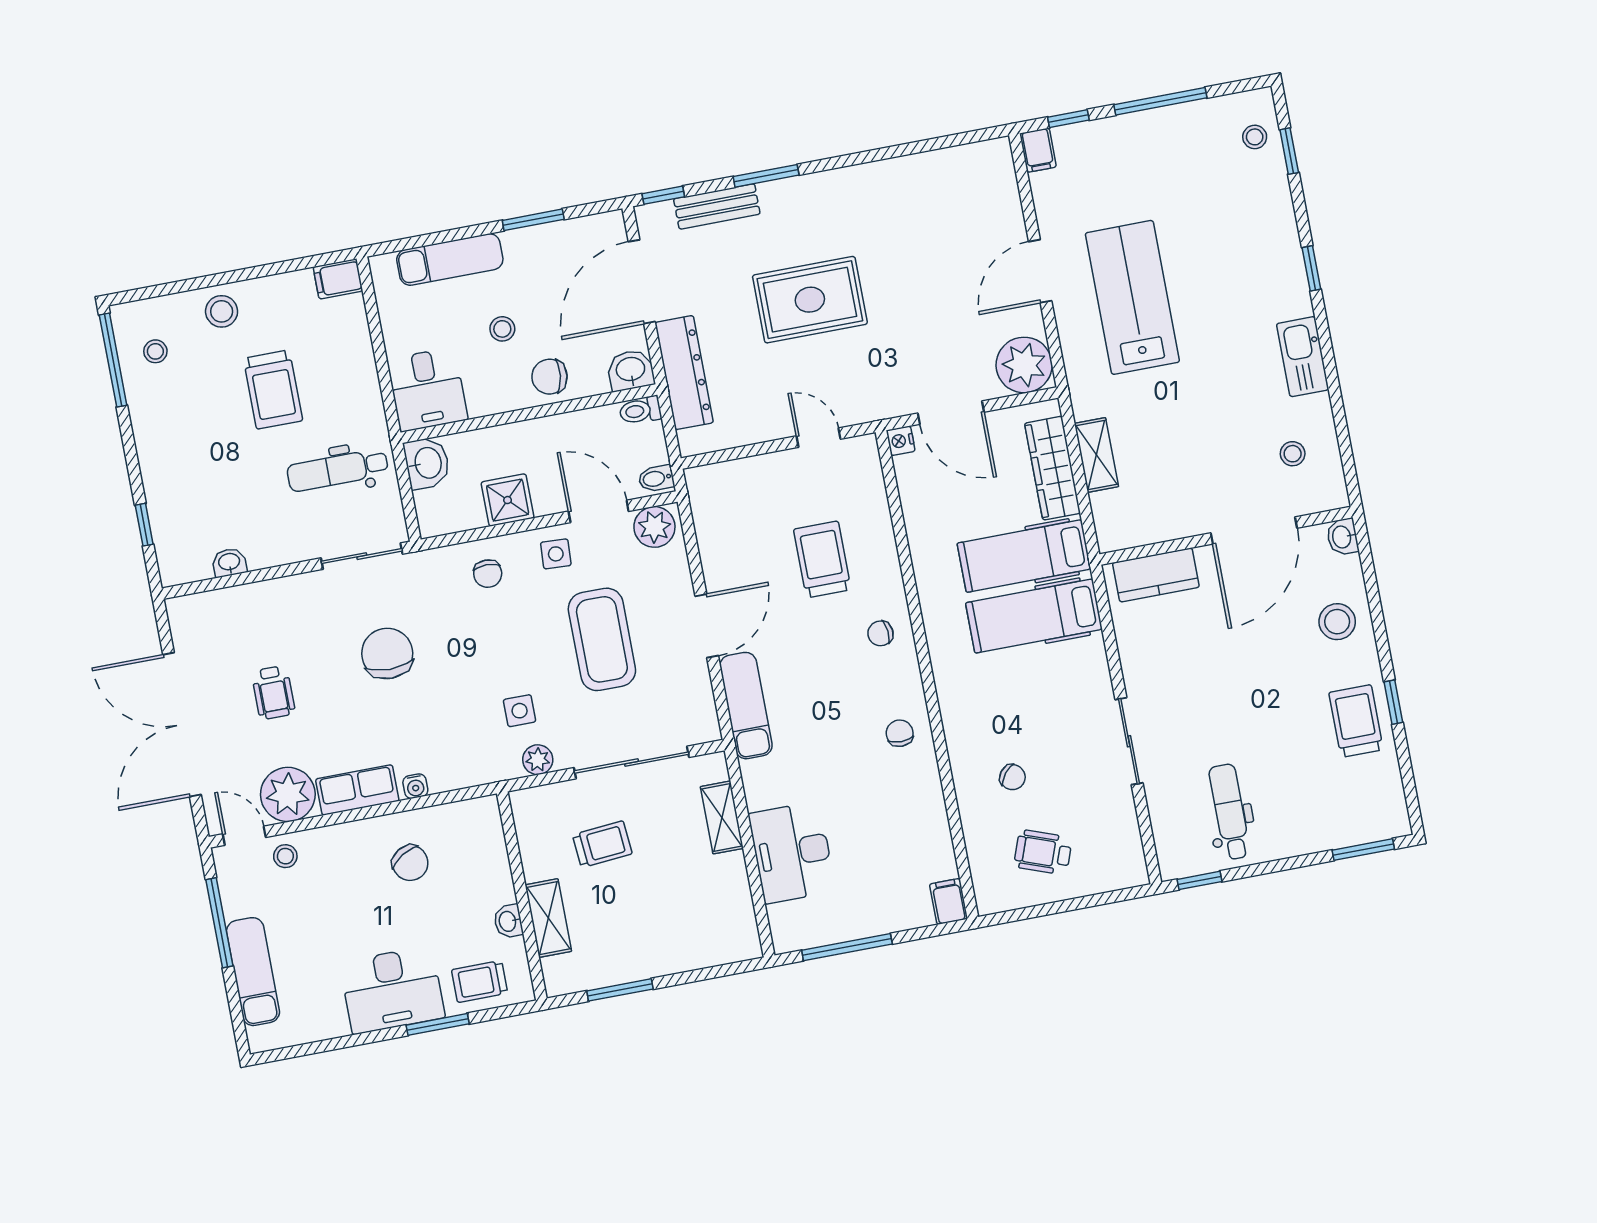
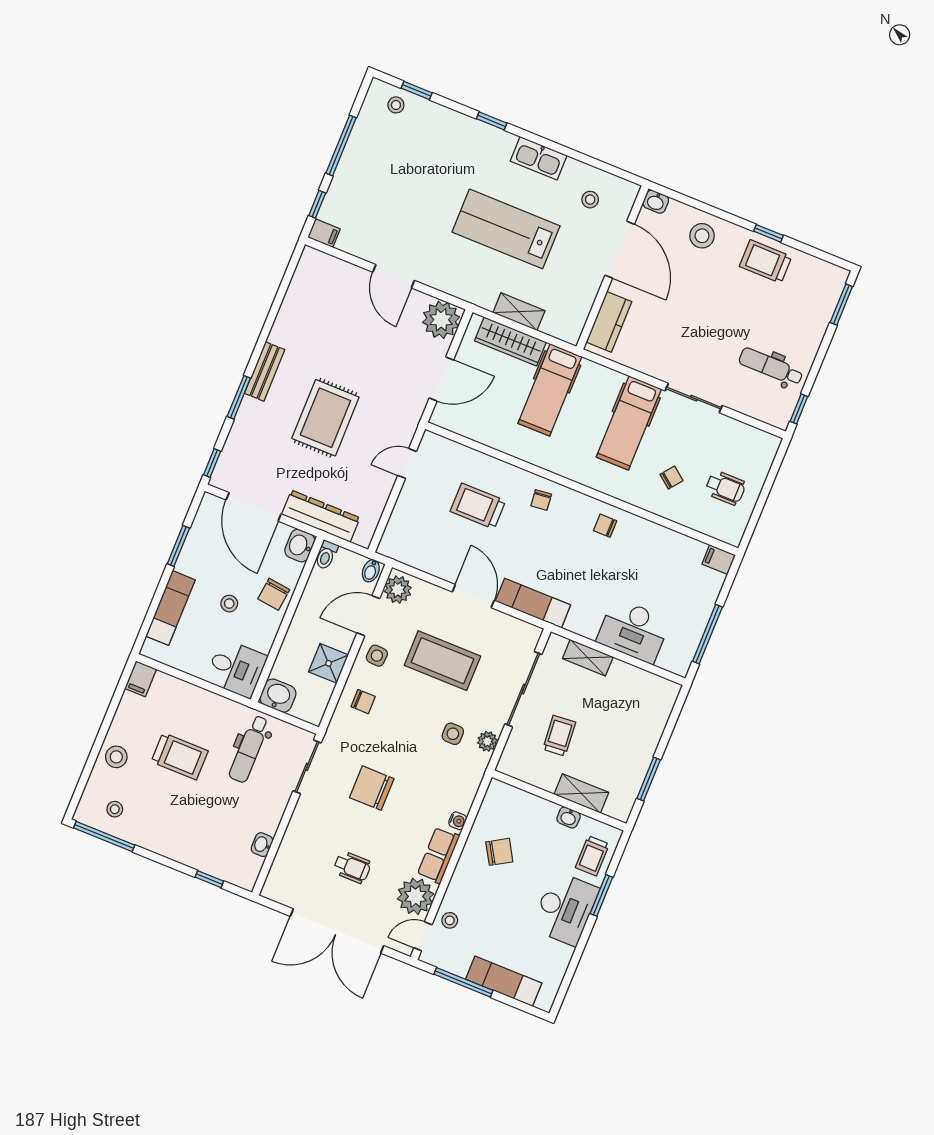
bench: (717, 206) -> (265, 372), moved
lab bench: (1132, 297) -> (506, 229), moved
nightstand: (901, 441) -> (439, 418), removed
hospital bed: (1034, 616) -> (629, 423), moved
wheelchair: (1043, 852) -> (725, 488), turned -110

